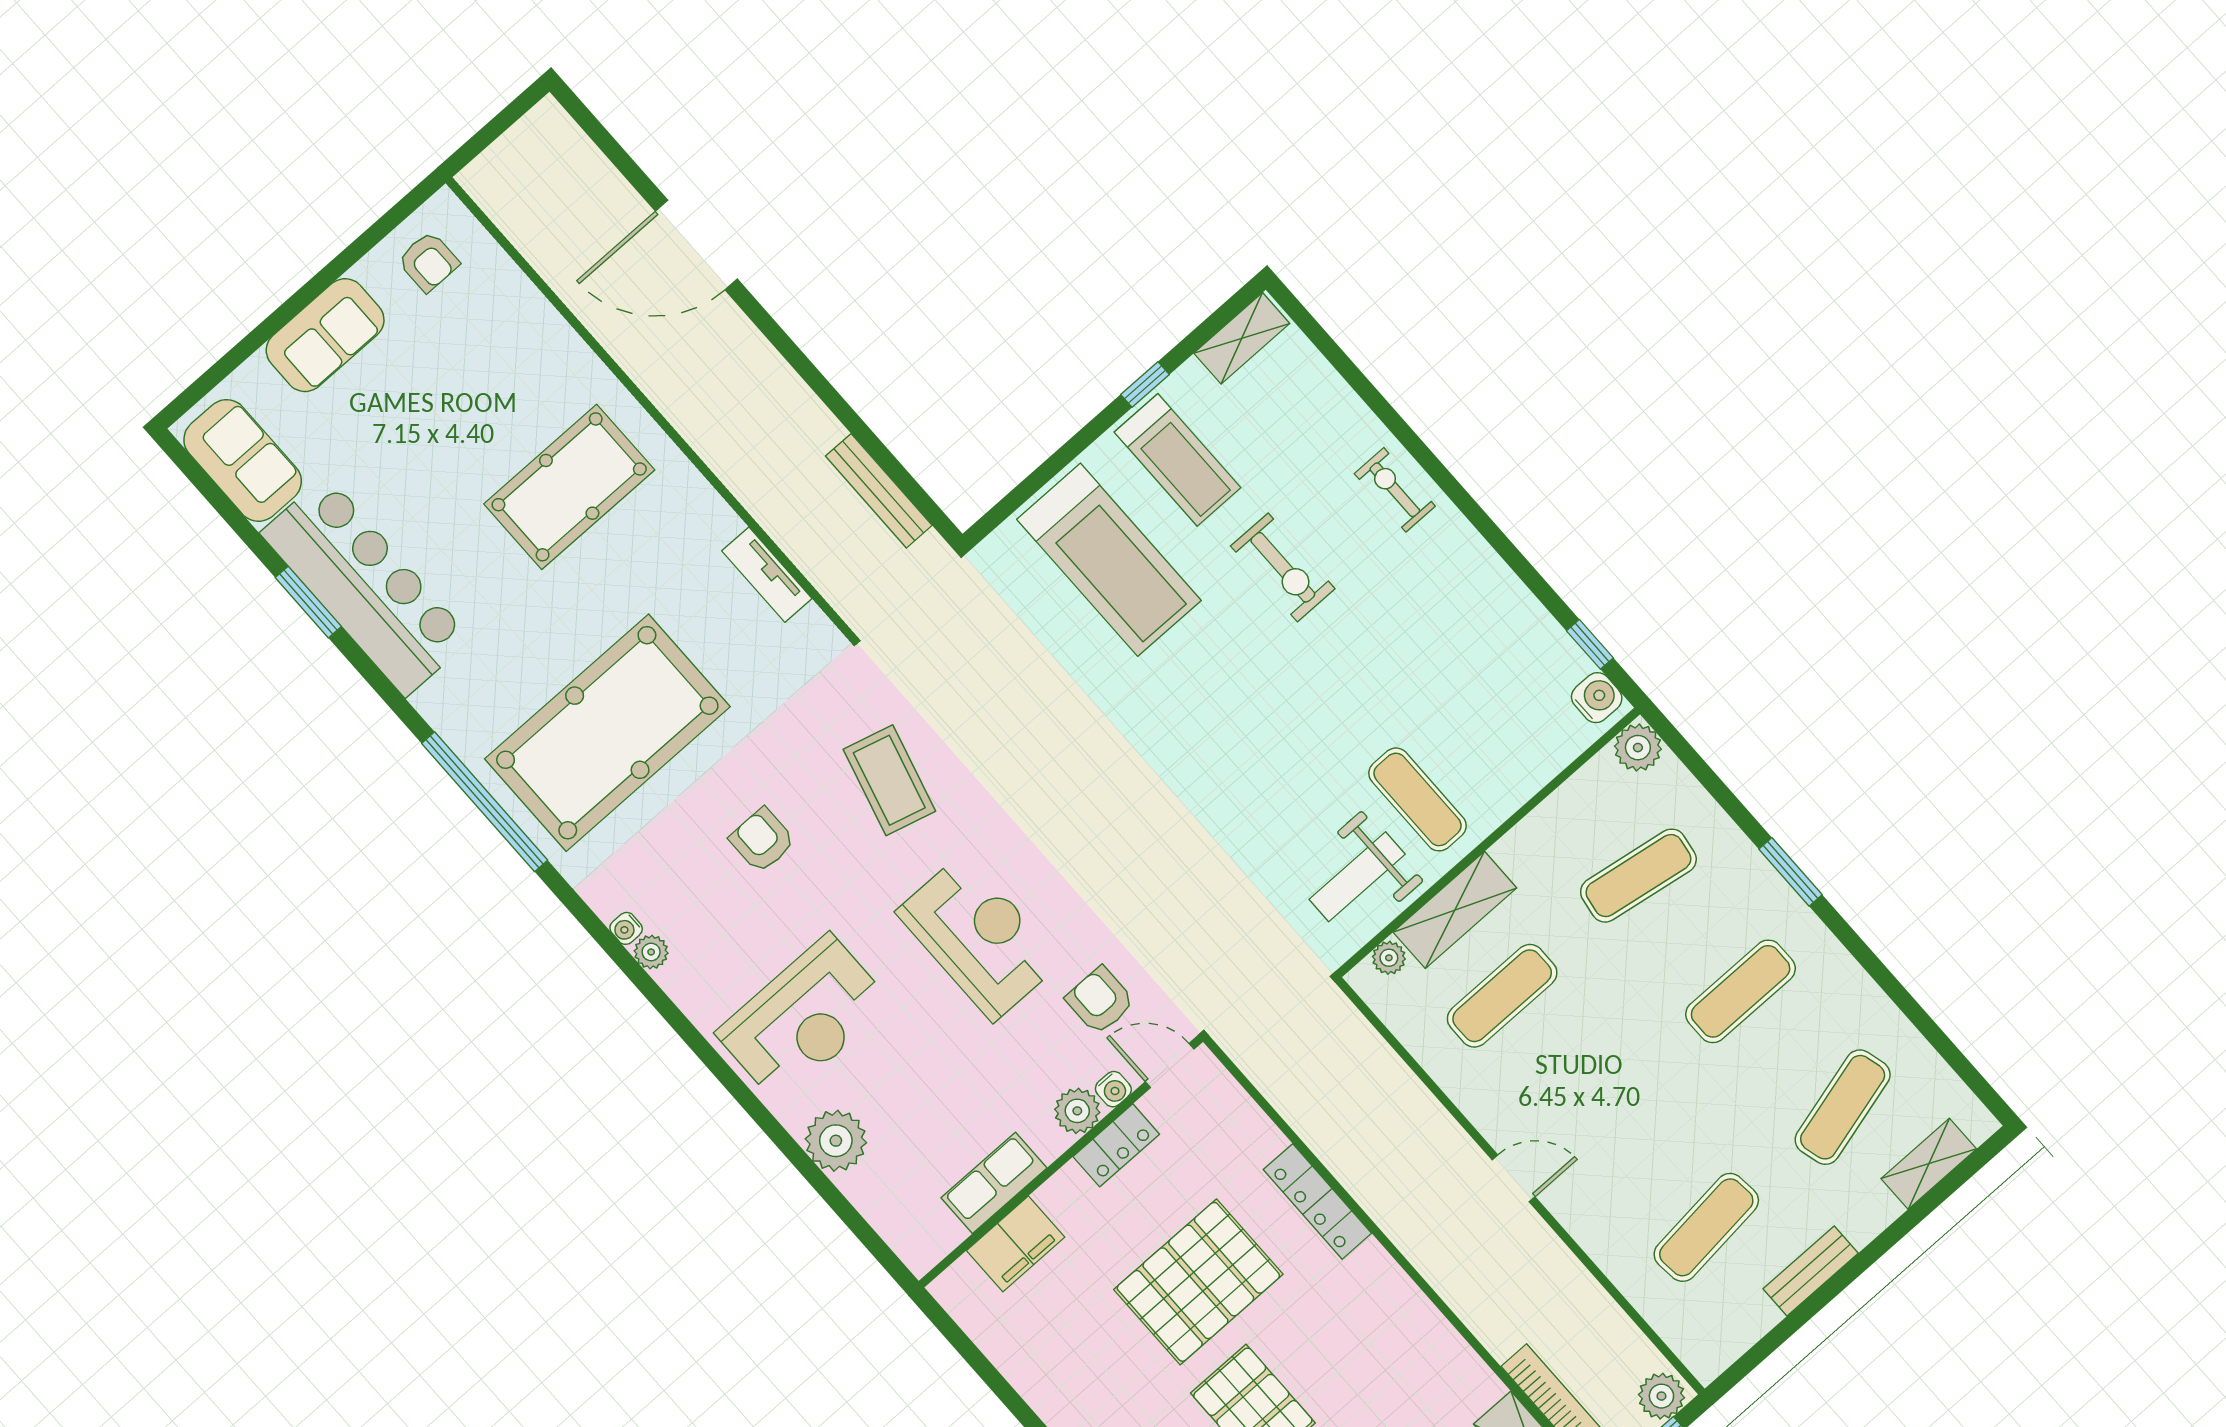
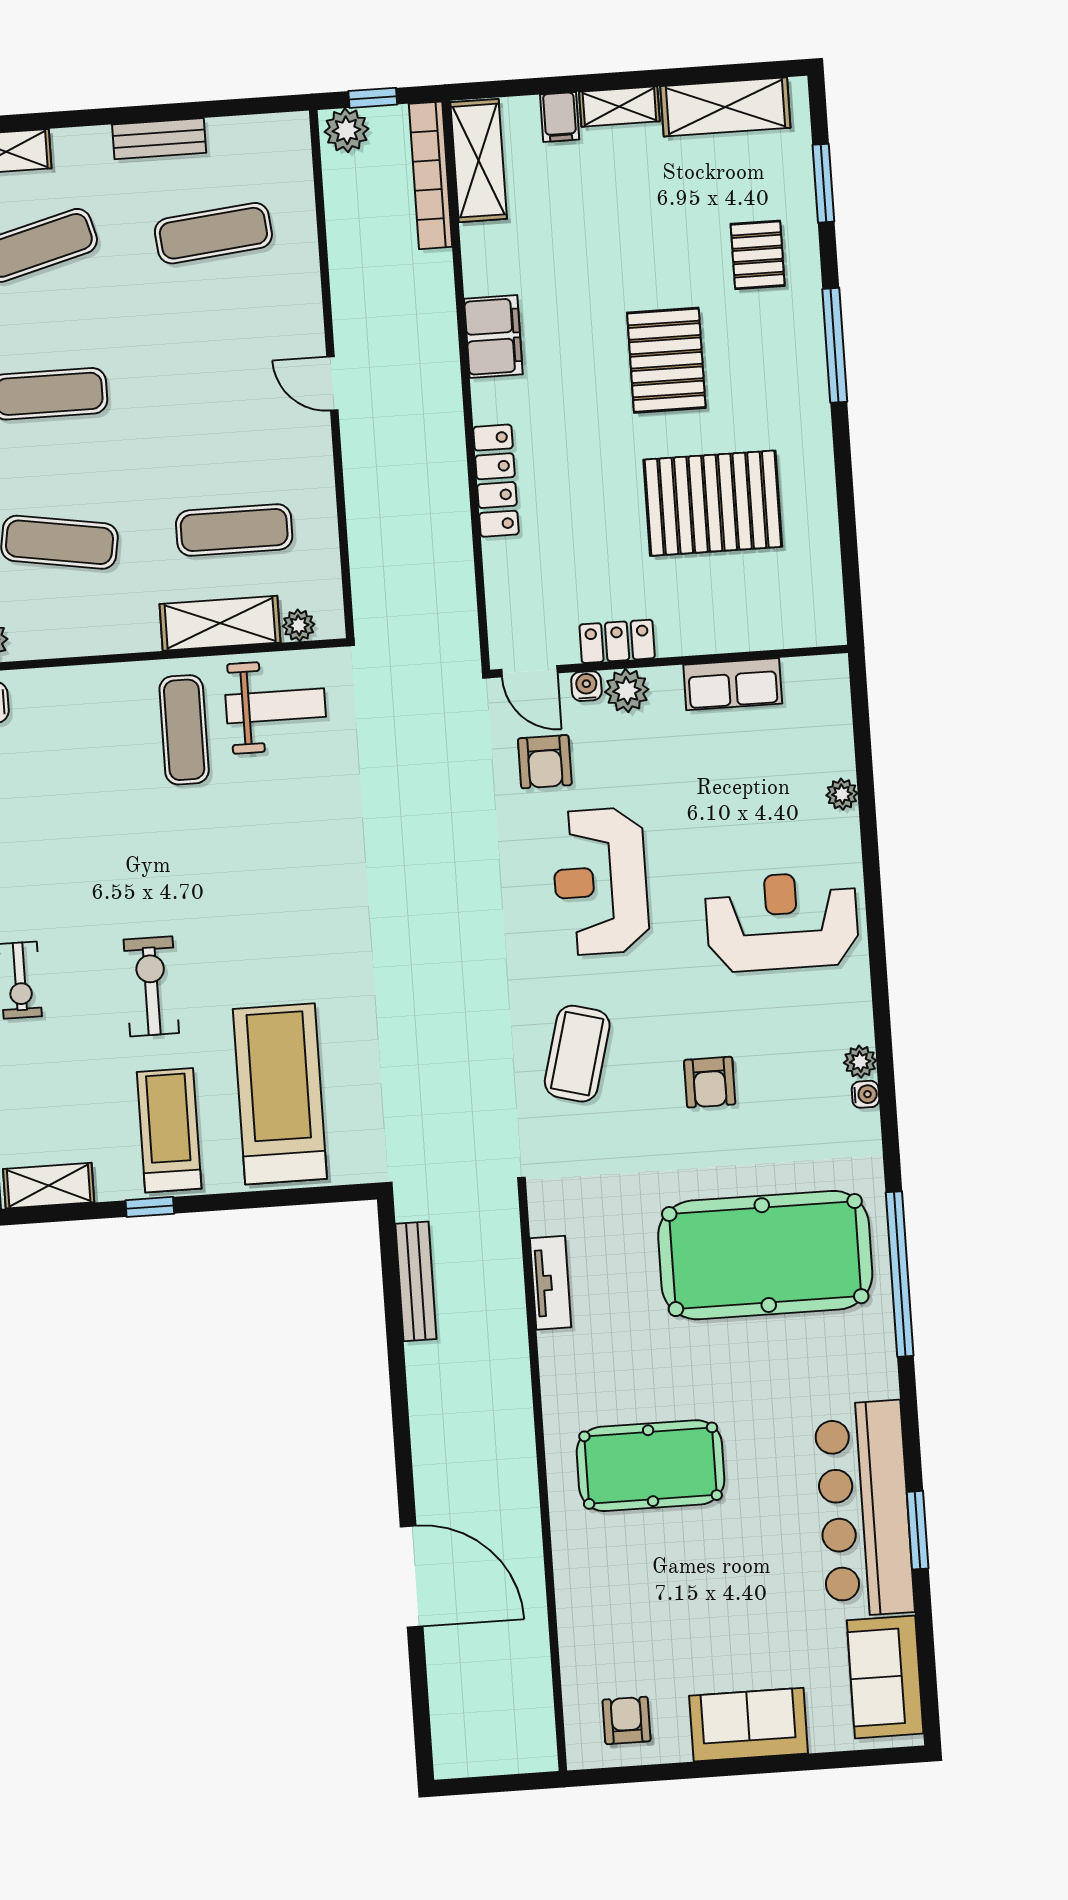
plant: (836, 1141) -> (842, 794), width x0.53, depth x0.53
filing cabinet: (1016, 1244) -> (493, 336), moved, turned 90
pallet: (1198, 1282) -> (713, 503), moved

